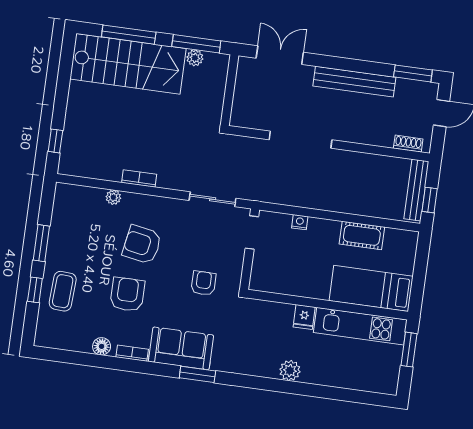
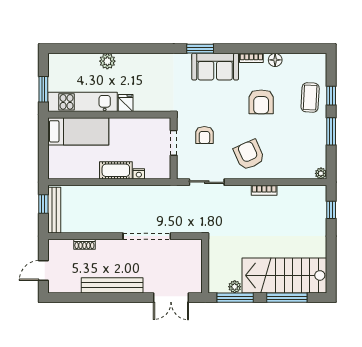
window: (413, 73) -> (69, 298), removed
shoe rack: (408, 144) -> (84, 244), moved
plant: (113, 197) -> (321, 173), moved
doorway: (252, 232) -> (174, 143), moved
cot: (362, 235) -> (116, 170), moved
armchair: (142, 245) -> (249, 155), moved, turned -124
armchair: (203, 283) -> (204, 135), moved
plant: (290, 371) -> (107, 61), moved

